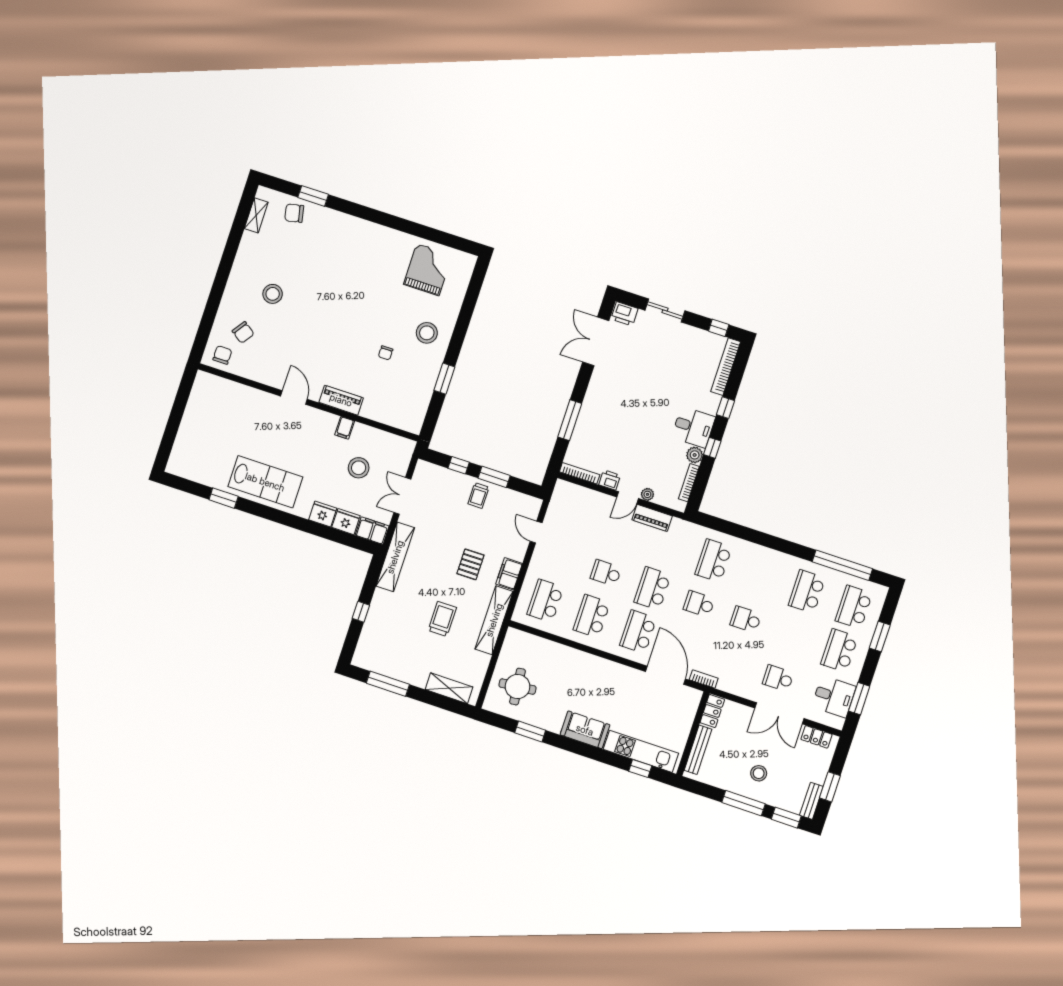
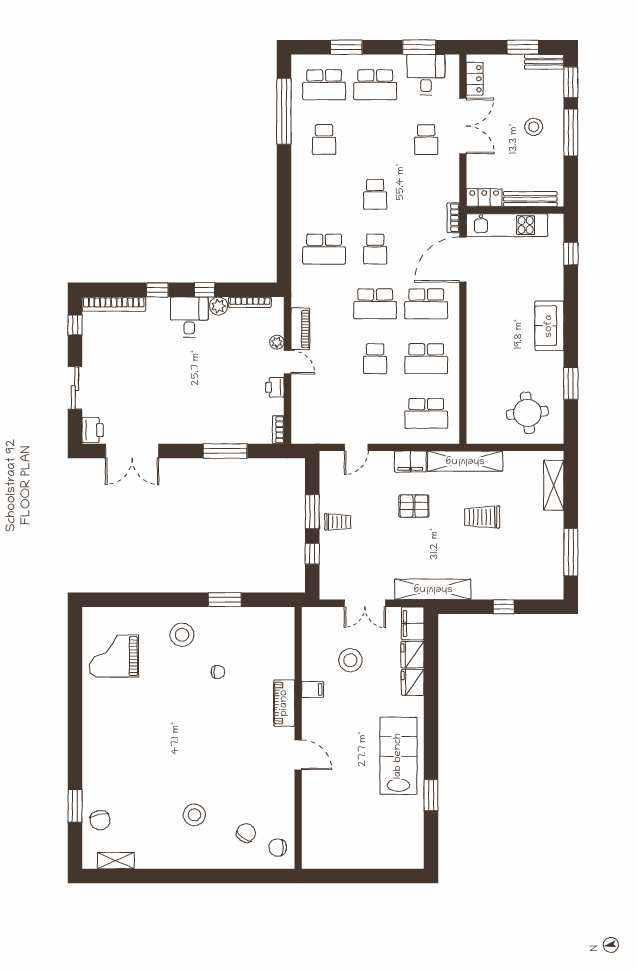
door: (294, 398) -> (298, 755), swing flipped
bookcase: (580, 473) -> (278, 430), width x0.64
school desk: (807, 591) -> (324, 140), width x0.54
kitchen unit: (641, 751) -> (507, 225), moved, turned -90

